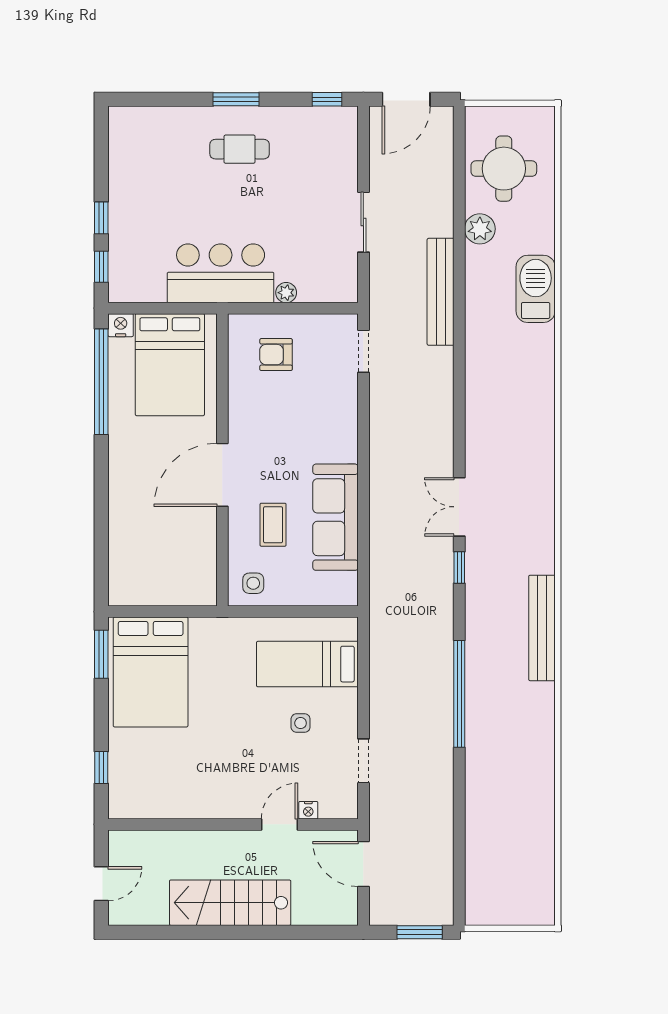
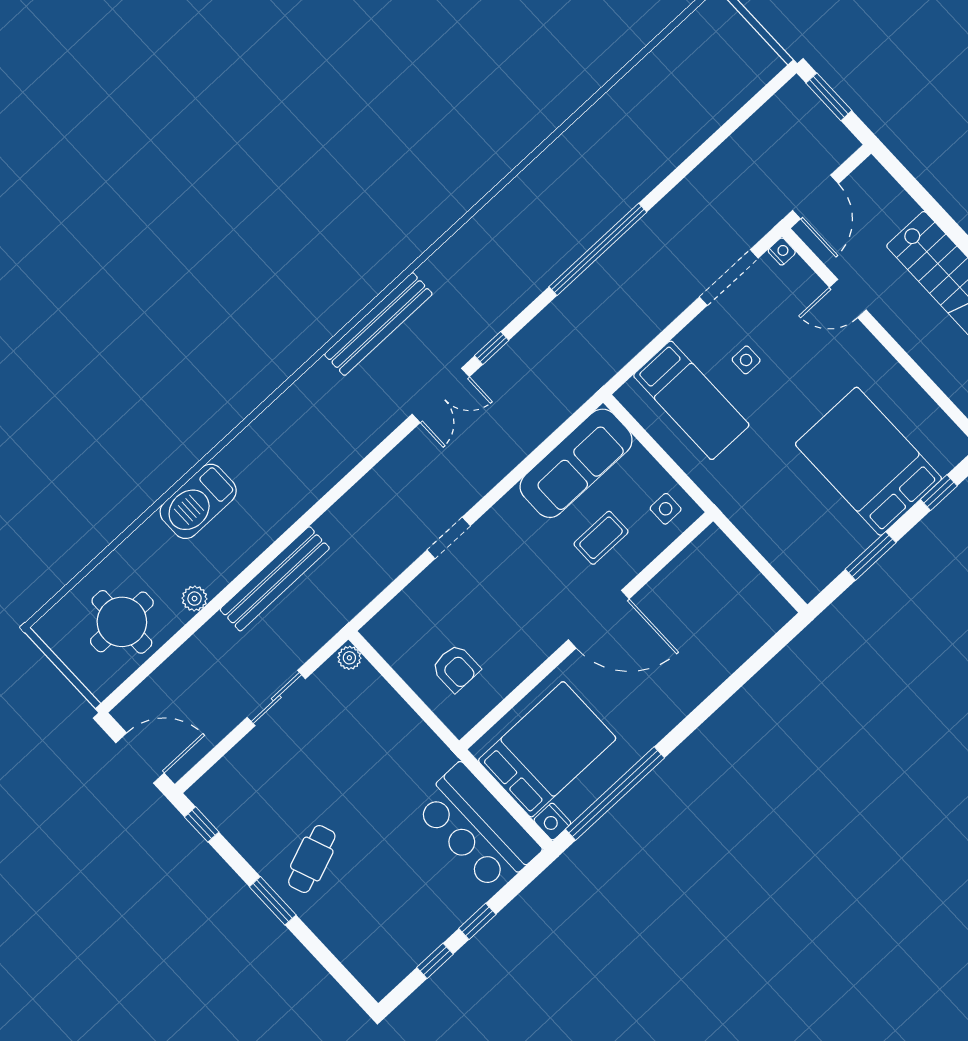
cafe table: (240, 149) -> (312, 859), turned 69
plant: (480, 229) -> (195, 599), width x0.73, depth x0.73
window: (101, 267) -> (435, 961), moved
bar counter: (221, 273) -> (477, 828), moved
plant: (286, 293) -> (349, 658), moved
doorway: (363, 351) -> (449, 538), moved
sofa: (335, 517) -> (576, 463), moved
bench: (542, 628) -> (378, 324), moved
window: (101, 654) -> (871, 556), moved
bed: (151, 672) -> (868, 461), moved, turned -90
doorway: (363, 761) -> (729, 278), width x1.38
nightstand: (308, 810) -> (782, 252), moved

